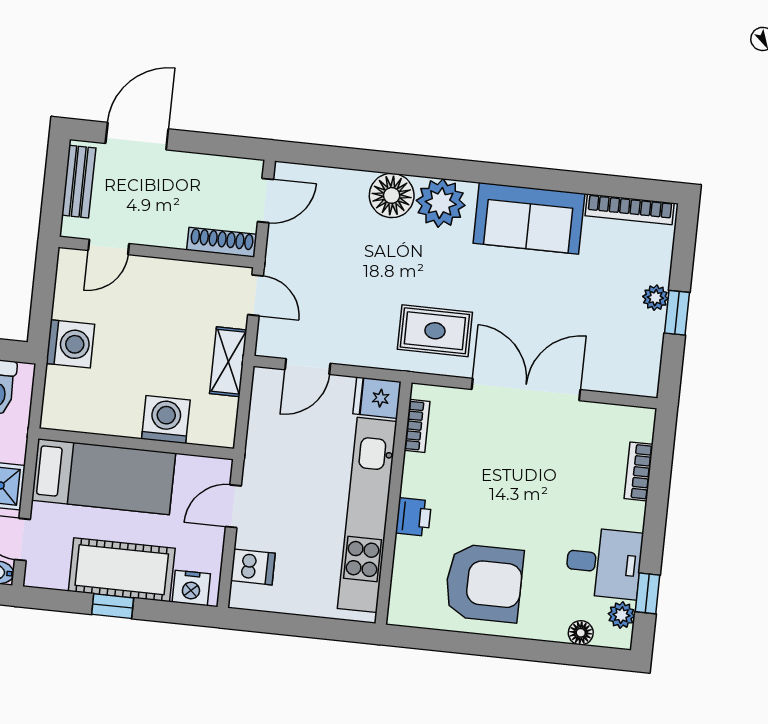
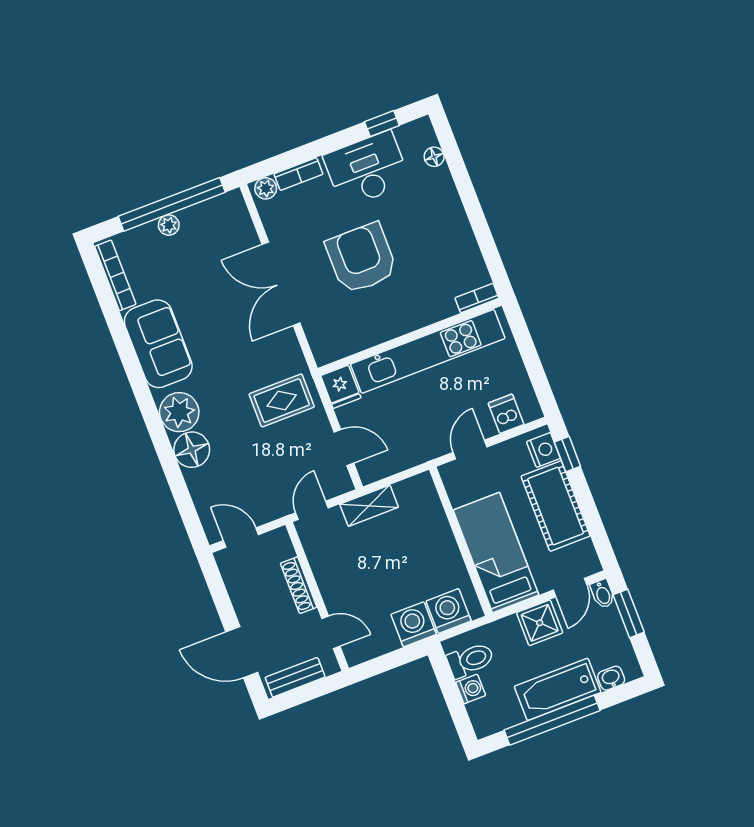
shoe rack: (222, 242) -> (299, 585), moved
window: (677, 313) -> (172, 204), width x3.17
rug: (435, 331) -> (282, 400), moved, turned 90
washing machine: (166, 420) -> (449, 611), moved, turned 90
bookcase: (417, 426) -> (477, 298), moved
door: (233, 506) -> (470, 450), swing flipped
printer: (413, 517) -> (412, 318), removed
desk: (604, 563) -> (367, 169), width x1.37
armchair: (484, 583) -> (361, 258), moved
window: (113, 606) -> (567, 454), moved
plant: (621, 615) -> (266, 188), moved

